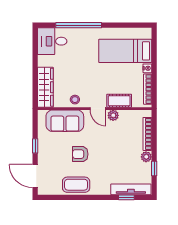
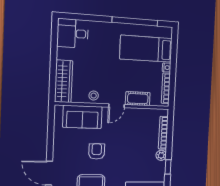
window: (79, 25) -> (135, 21), moved
door: (98, 109) -> (117, 106), hinge flipped
plant: (113, 115) -> (131, 113), removed
window: (35, 146) -> (50, 142), removed
armchair: (80, 154) -> (97, 151), turned 90

